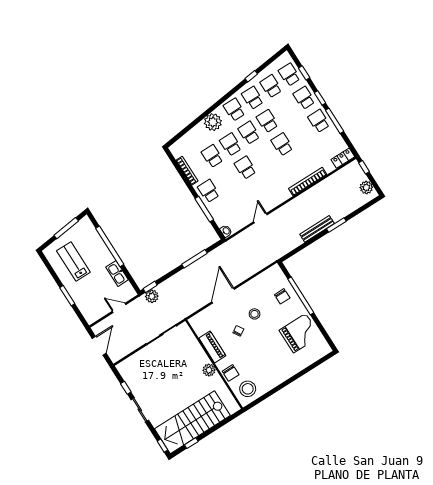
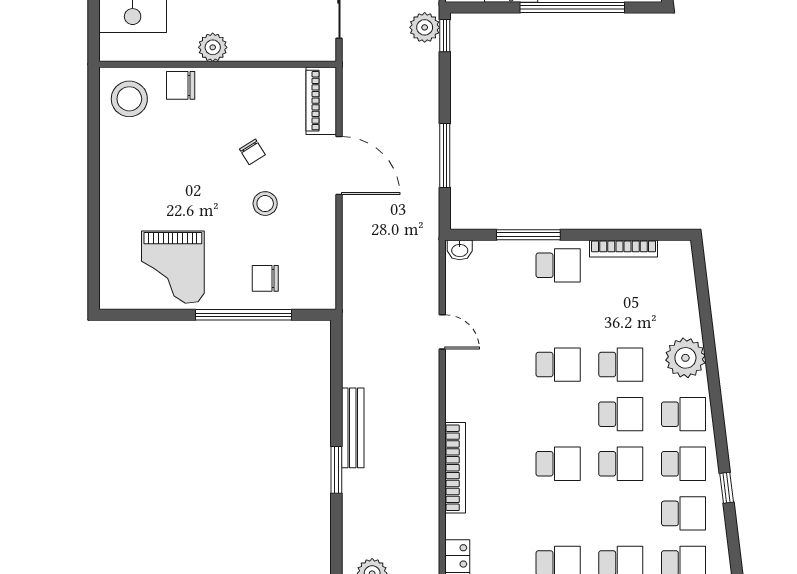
school desk: (212, 156) -> (621, 315), removed
piano: (212, 347) -> (321, 101), moved, turned 90

